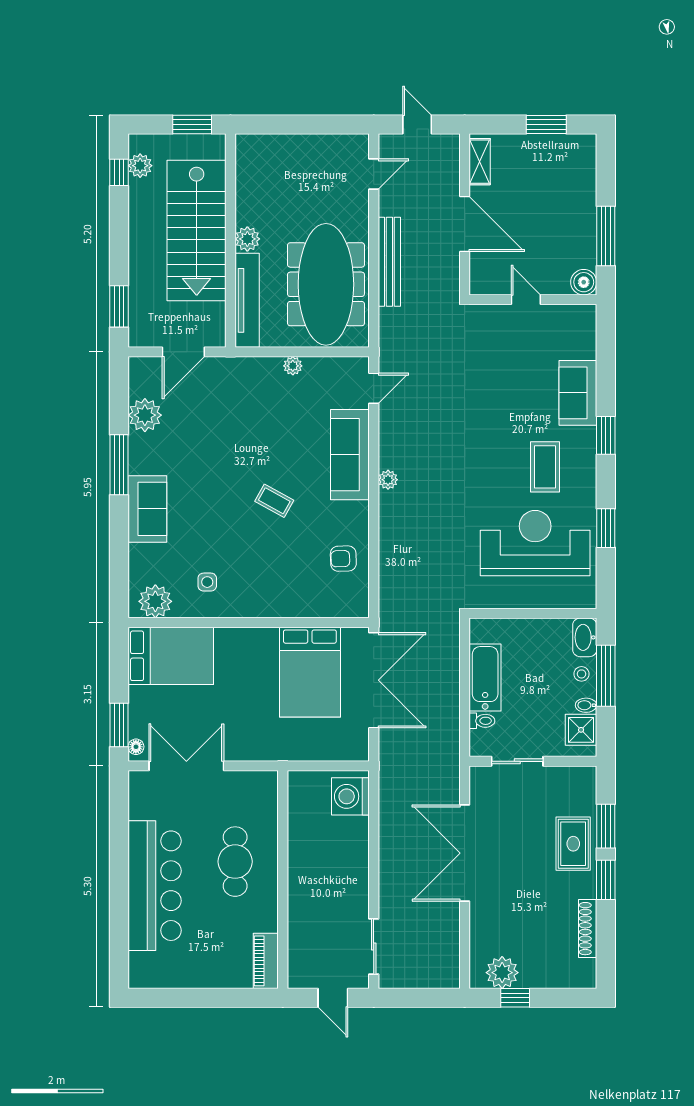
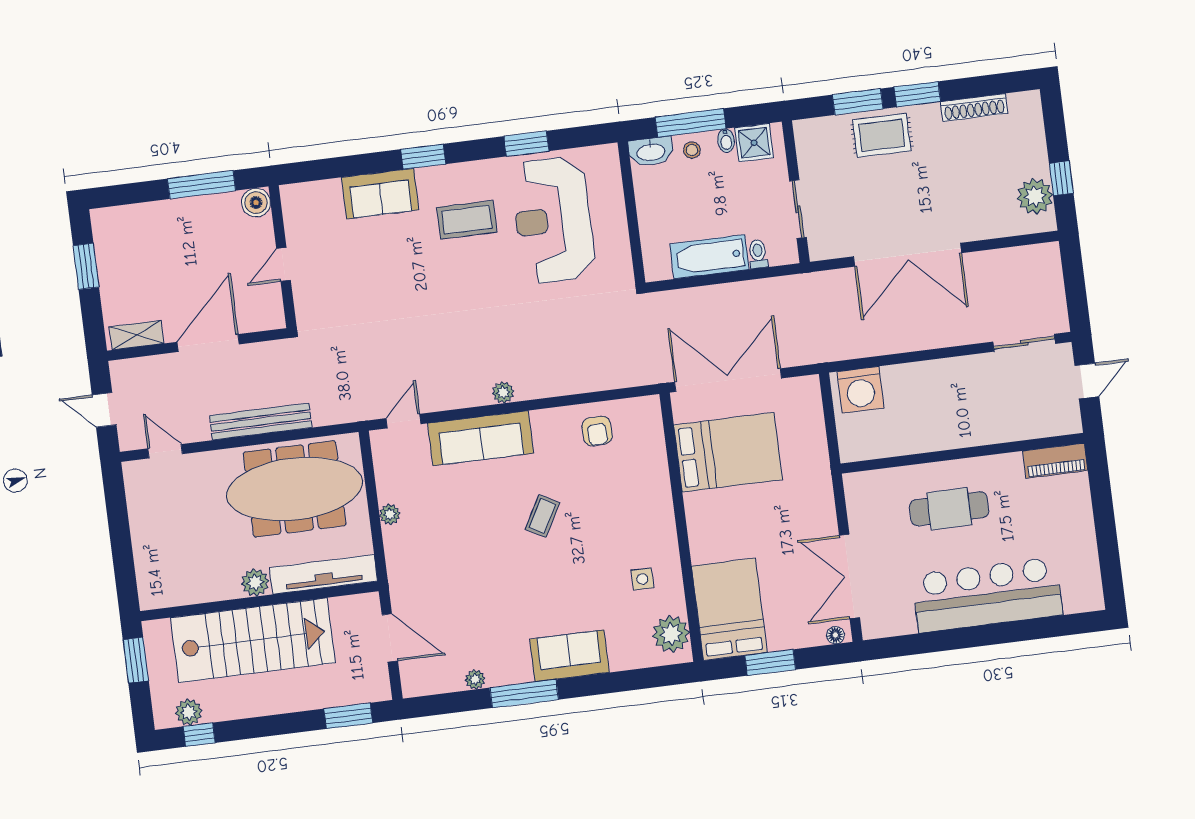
door: (417, 124) -> (104, 410), hinge flipped
door: (374, 388) -> (403, 421), hinge flipped
plant: (145, 415) -> (475, 679), width x0.53, depth x0.53
window: (119, 725) -> (770, 663), moved

